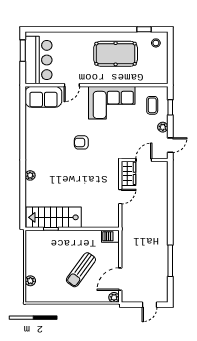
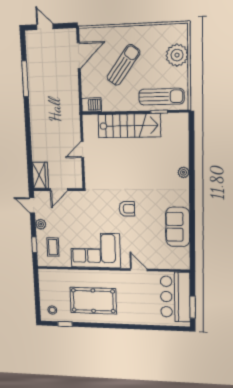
door: (72, 85) -> (139, 270), hinge flipped
sofa: (43, 97) -> (178, 227), moved, turned -90
door: (170, 145) -> (32, 205), hinge flipped
wardrobe: (129, 173) -> (40, 175), moved, turned 180
stairs: (54, 217) -> (129, 126), moved
sun lounger: (49, 242) -> (161, 97), added
plant: (30, 281) -> (177, 55), width x1.87, depth x1.87
plant: (114, 297) -> (85, 34), removed
door: (150, 305) -> (45, 27), hinge flipped

